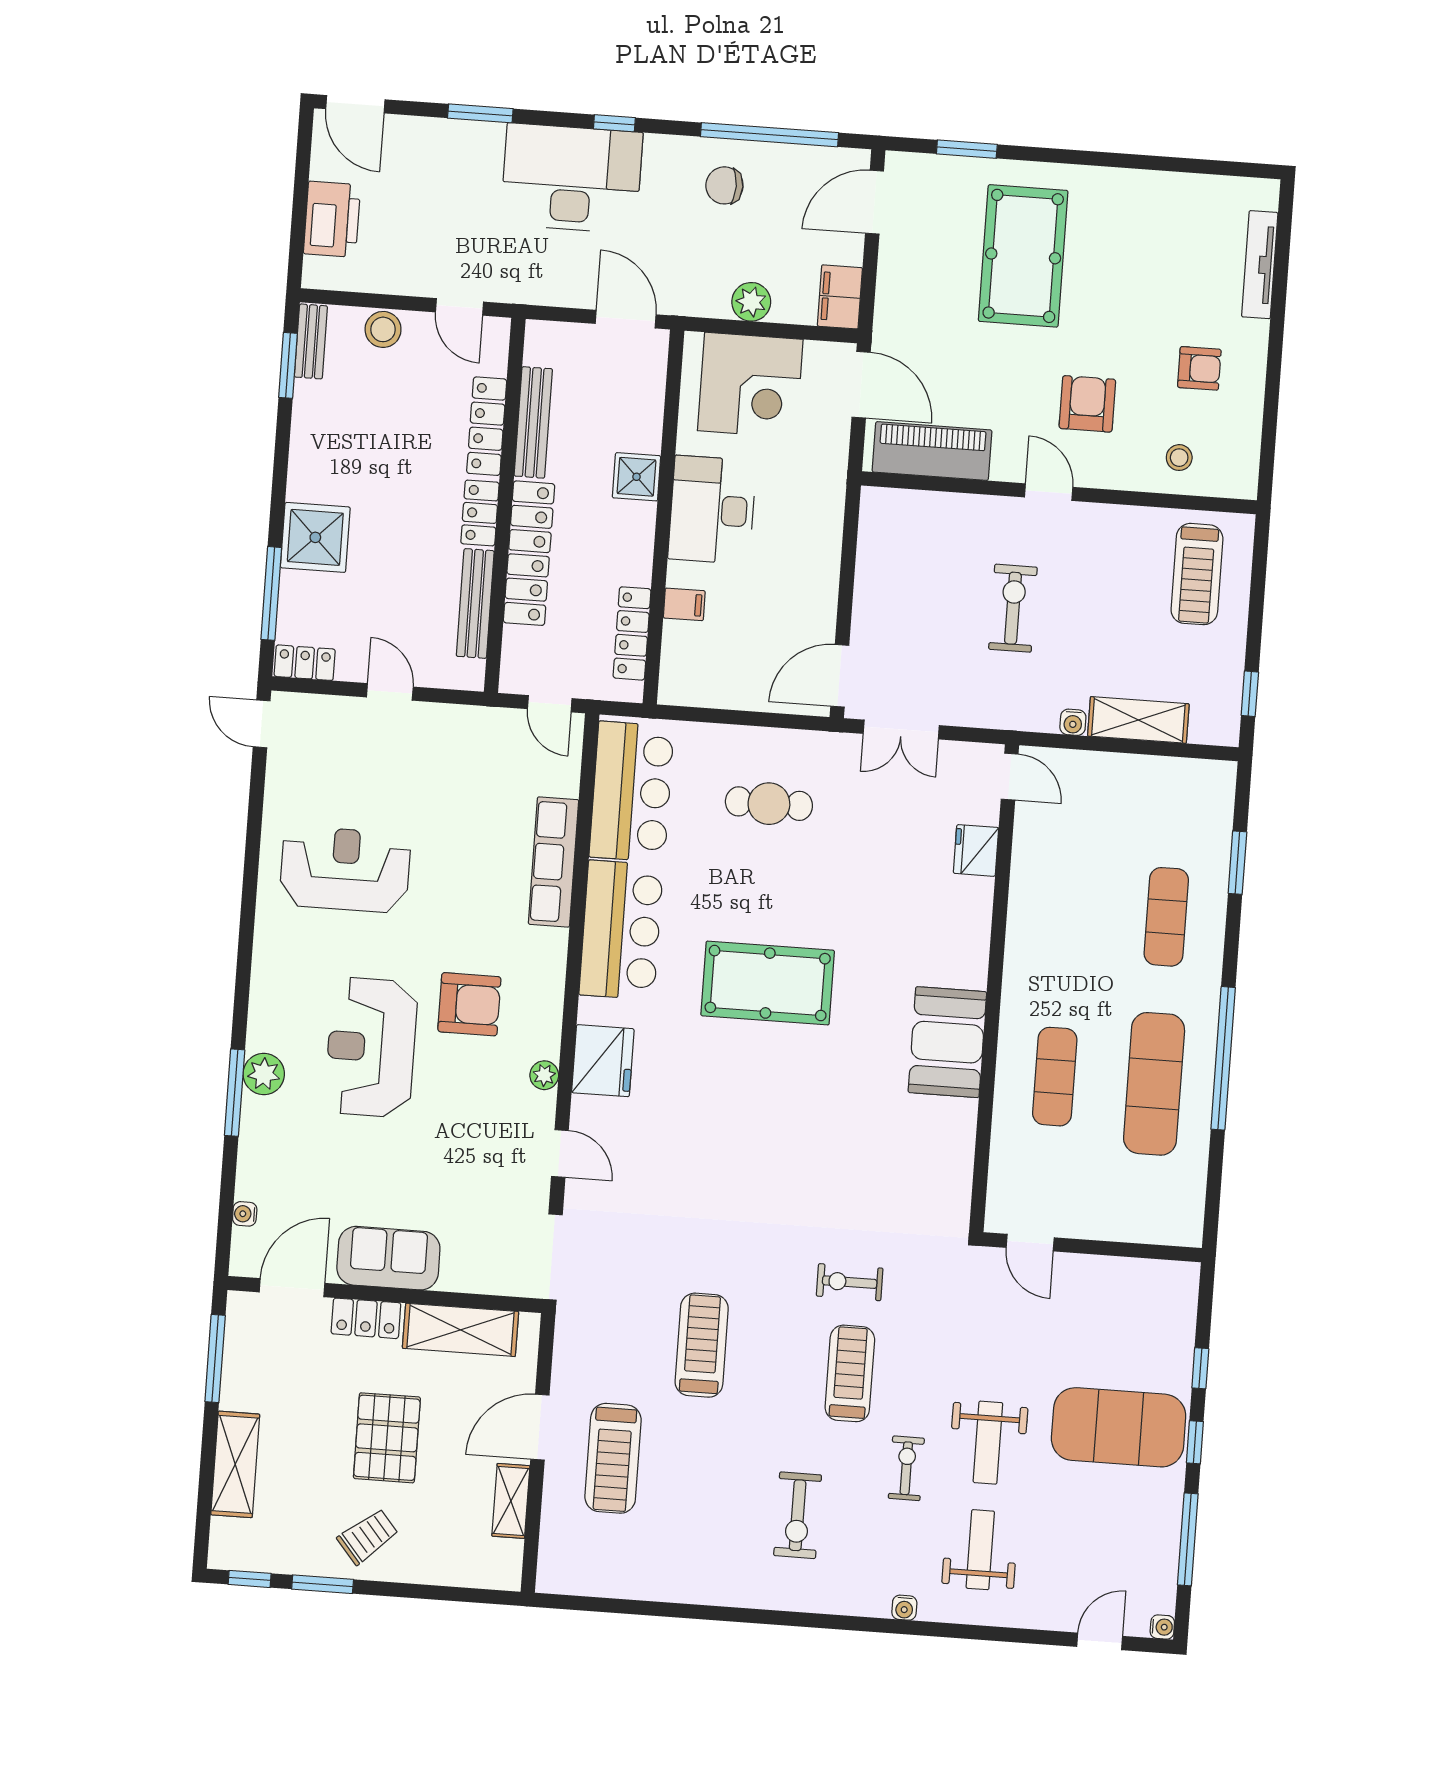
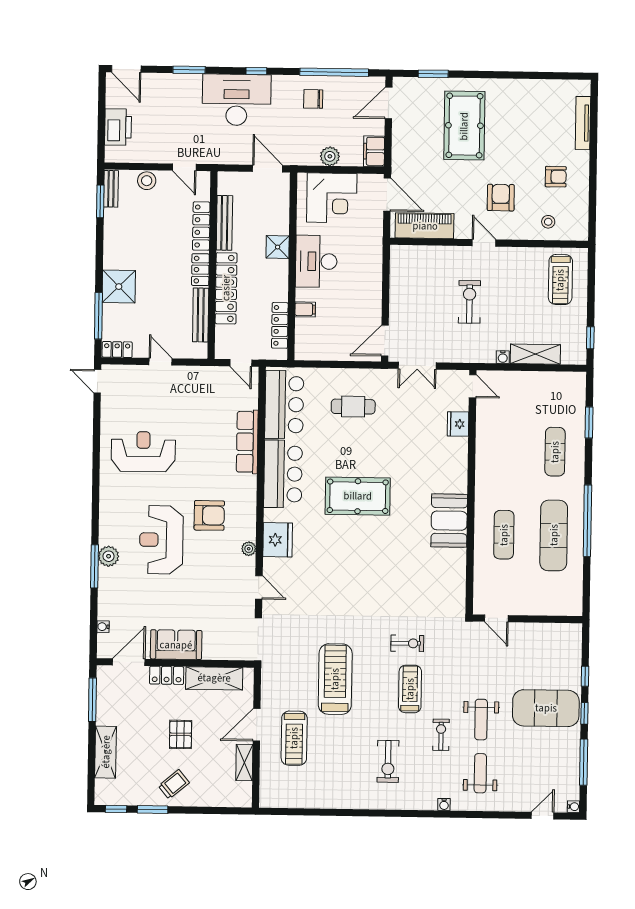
exercise bike: (850, 1282) -> (407, 643), turned 180
treadmill: (702, 1345) -> (335, 679), width x1.37, depth x1.38
pallet: (387, 1438) -> (181, 734), width x0.67, depth x0.71

